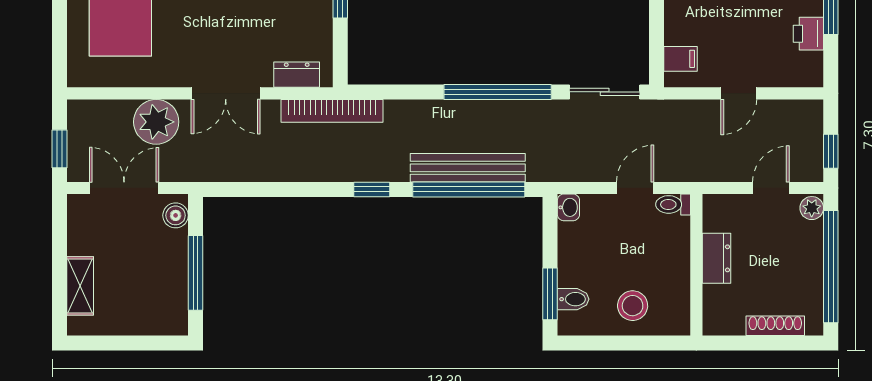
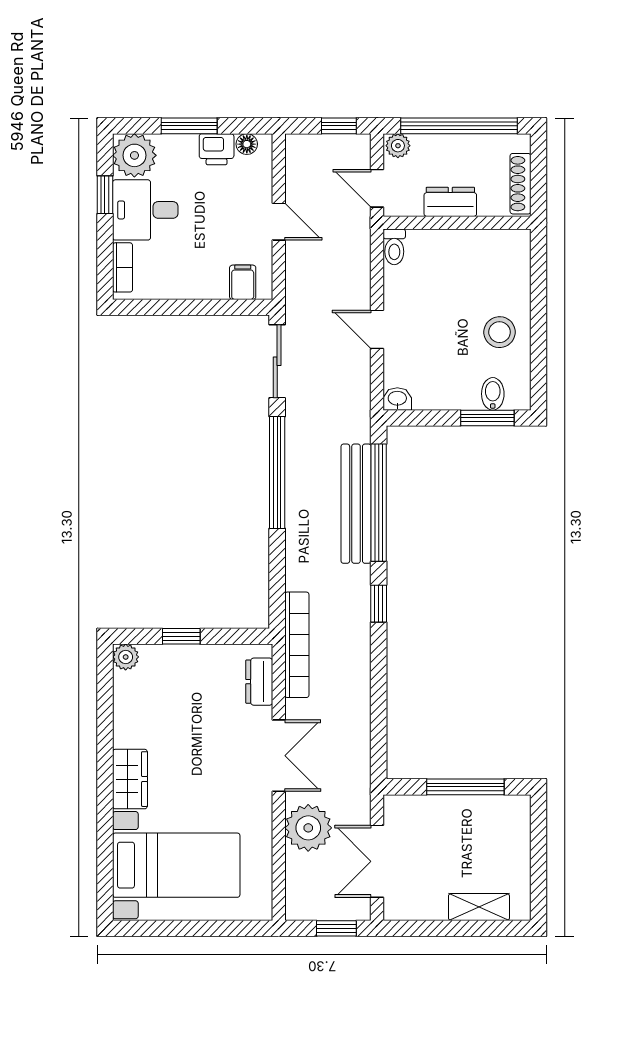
floor lamp: (813, 63) -> (247, 144), added
toilet: (673, 204) -> (394, 247), moved
boiler: (176, 215) -> (406, 808), removed
dresser: (716, 258) -> (450, 202), moved
wall: (696, 265) -> (457, 223), moved

